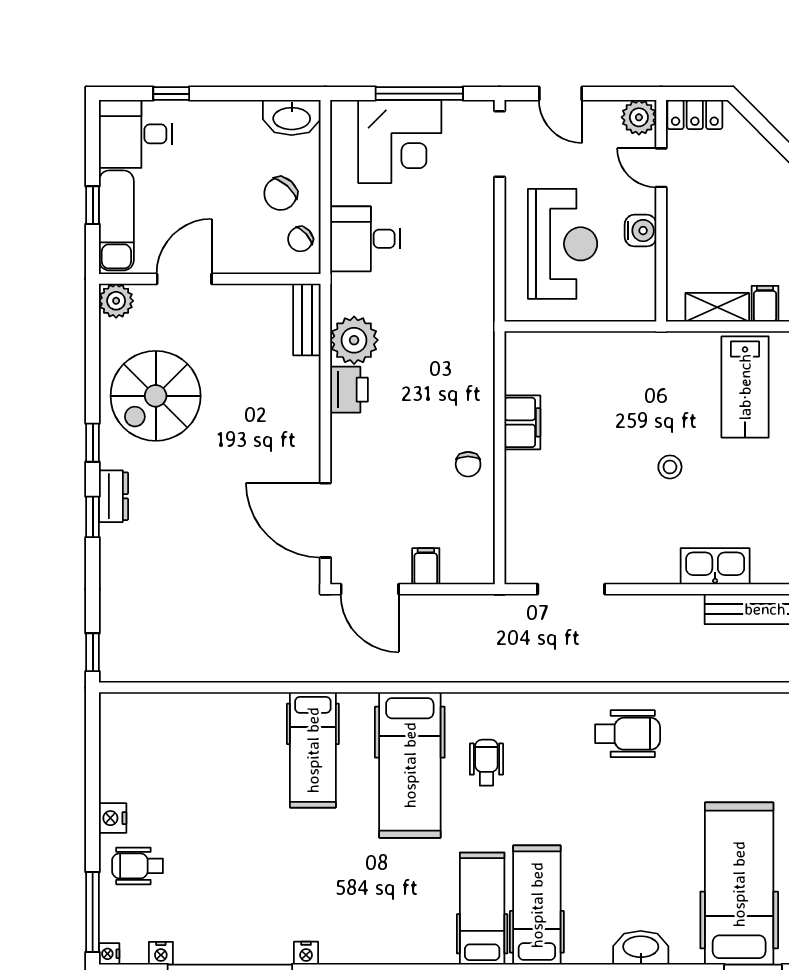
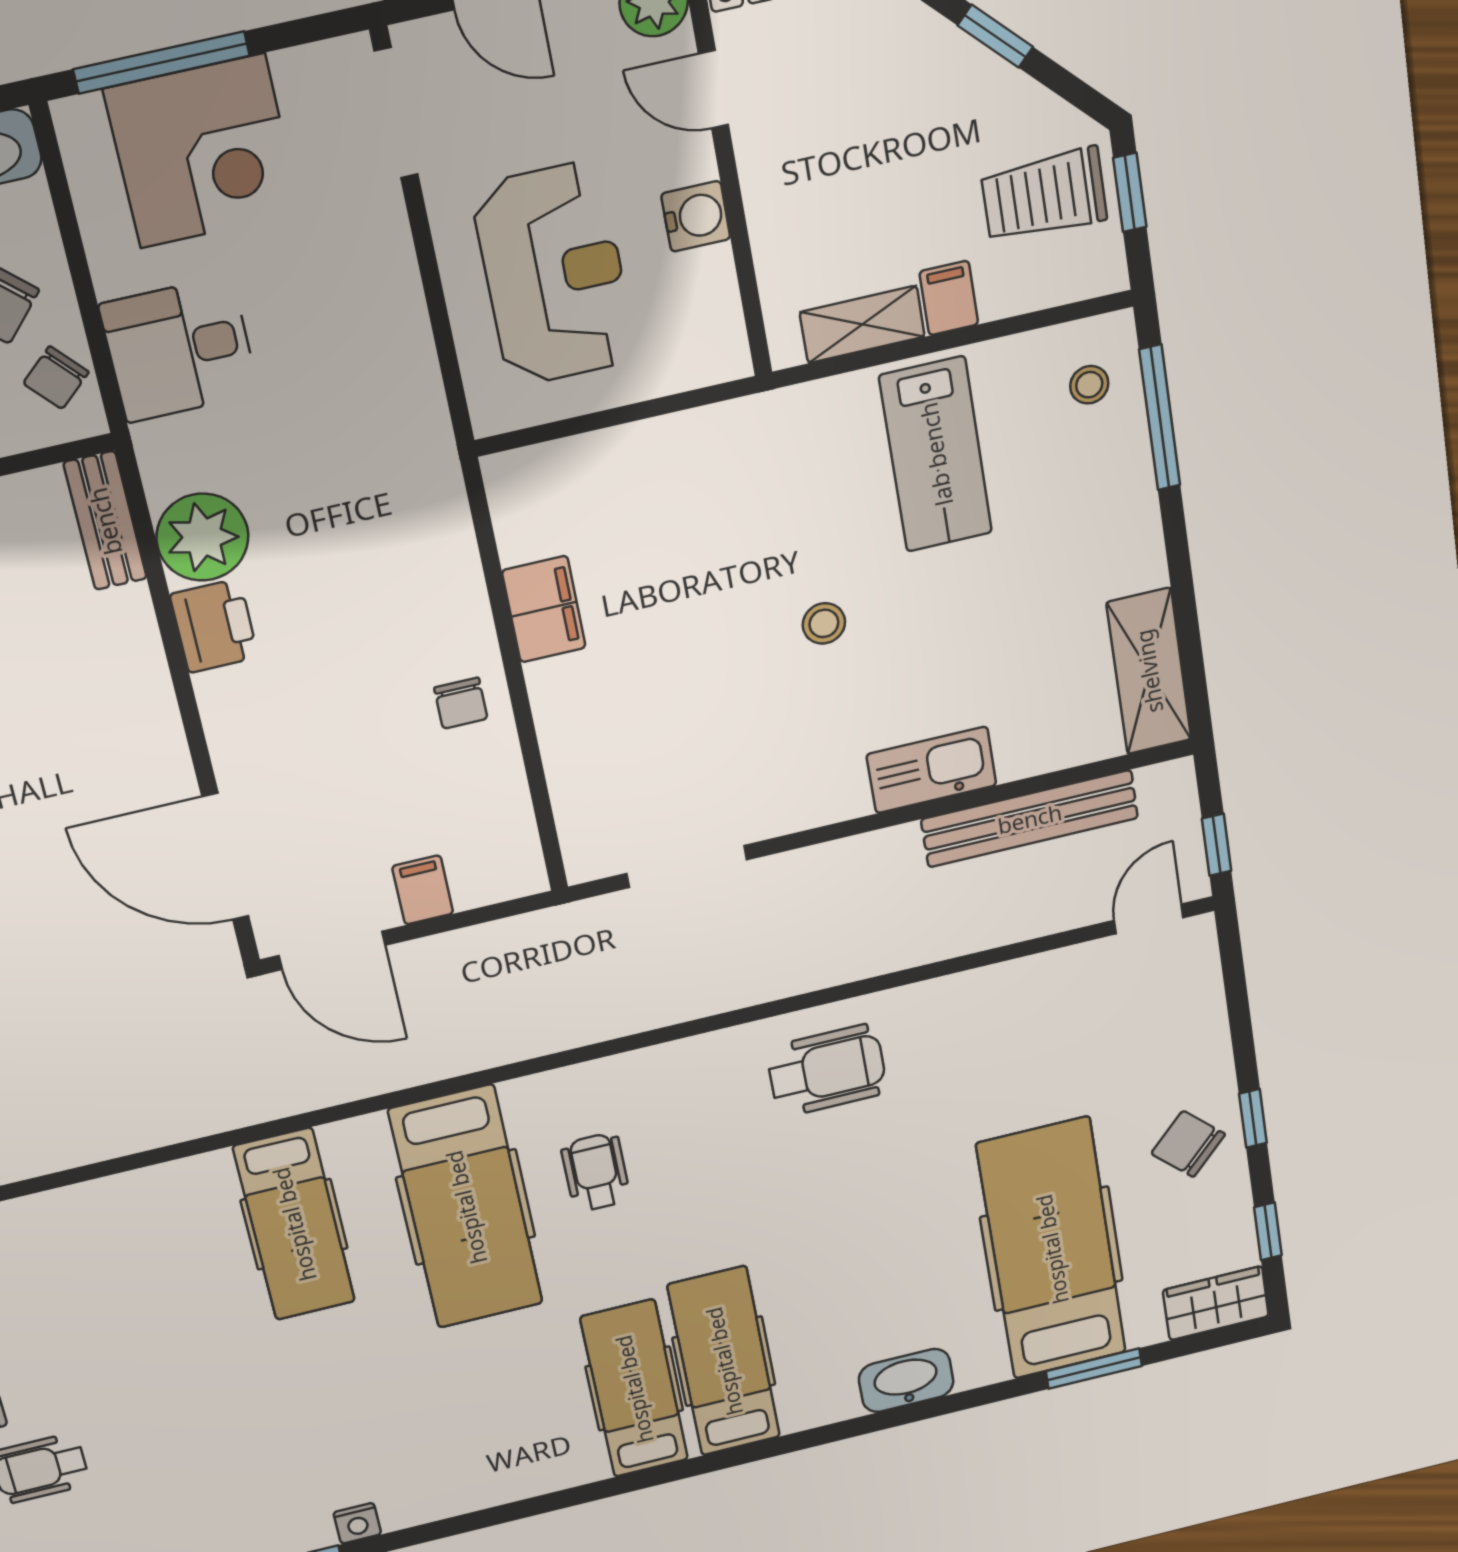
window: (419, 94) -> (161, 62), moved

